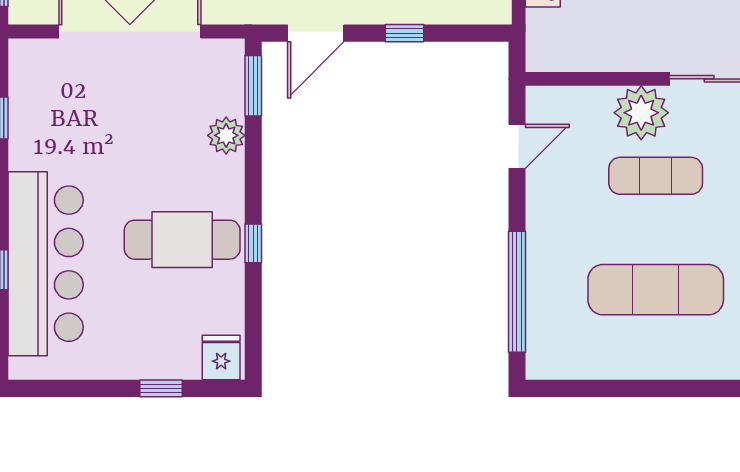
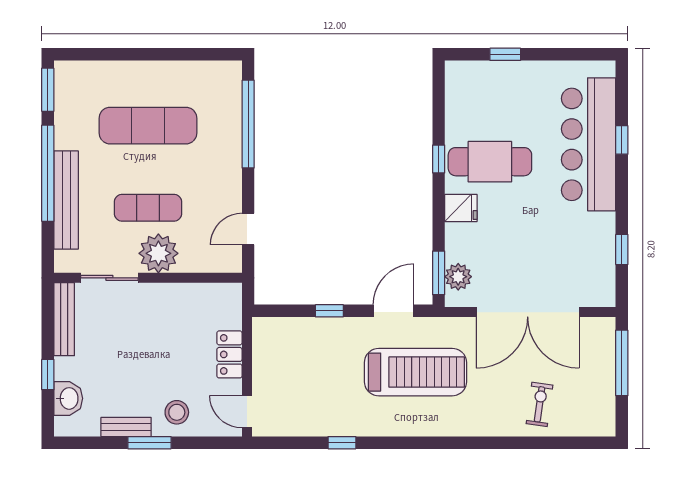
plant: (226, 135) -> (458, 277), moved
fridge: (221, 357) -> (461, 208), moved, turned -90

